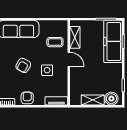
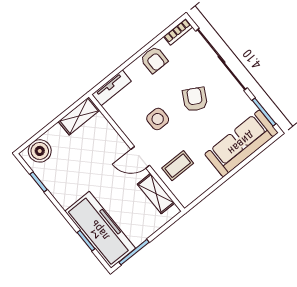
shelving: (93, 100) -> (79, 116), moved

